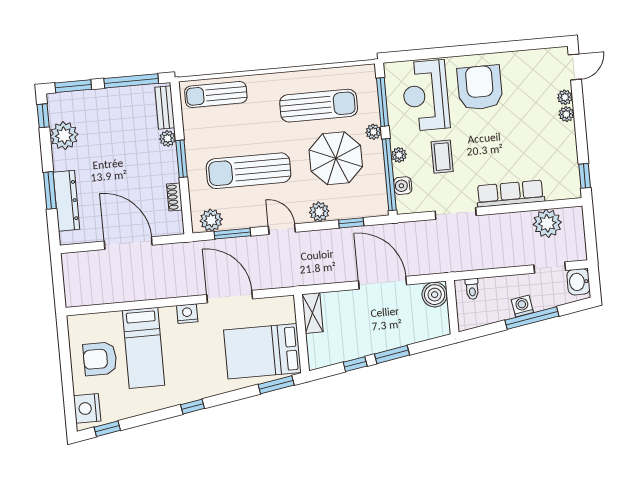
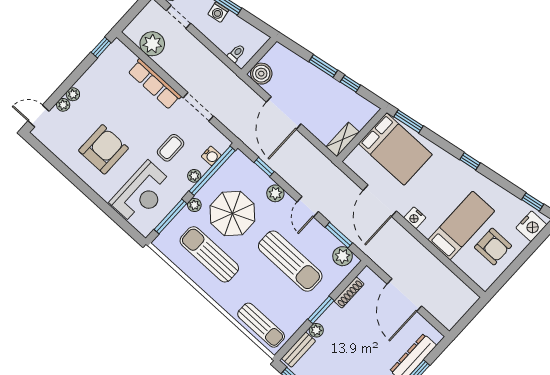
armchair: (480, 88) -> (103, 149), moved, turned 180
shoe rack: (174, 197) -> (349, 292), width x1.43

